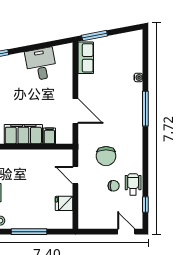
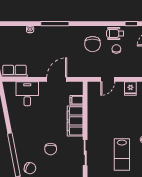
desk: (41, 64) -> (27, 94), moved, turned 101
chair: (106, 156) -> (93, 44), moved, turned 90

